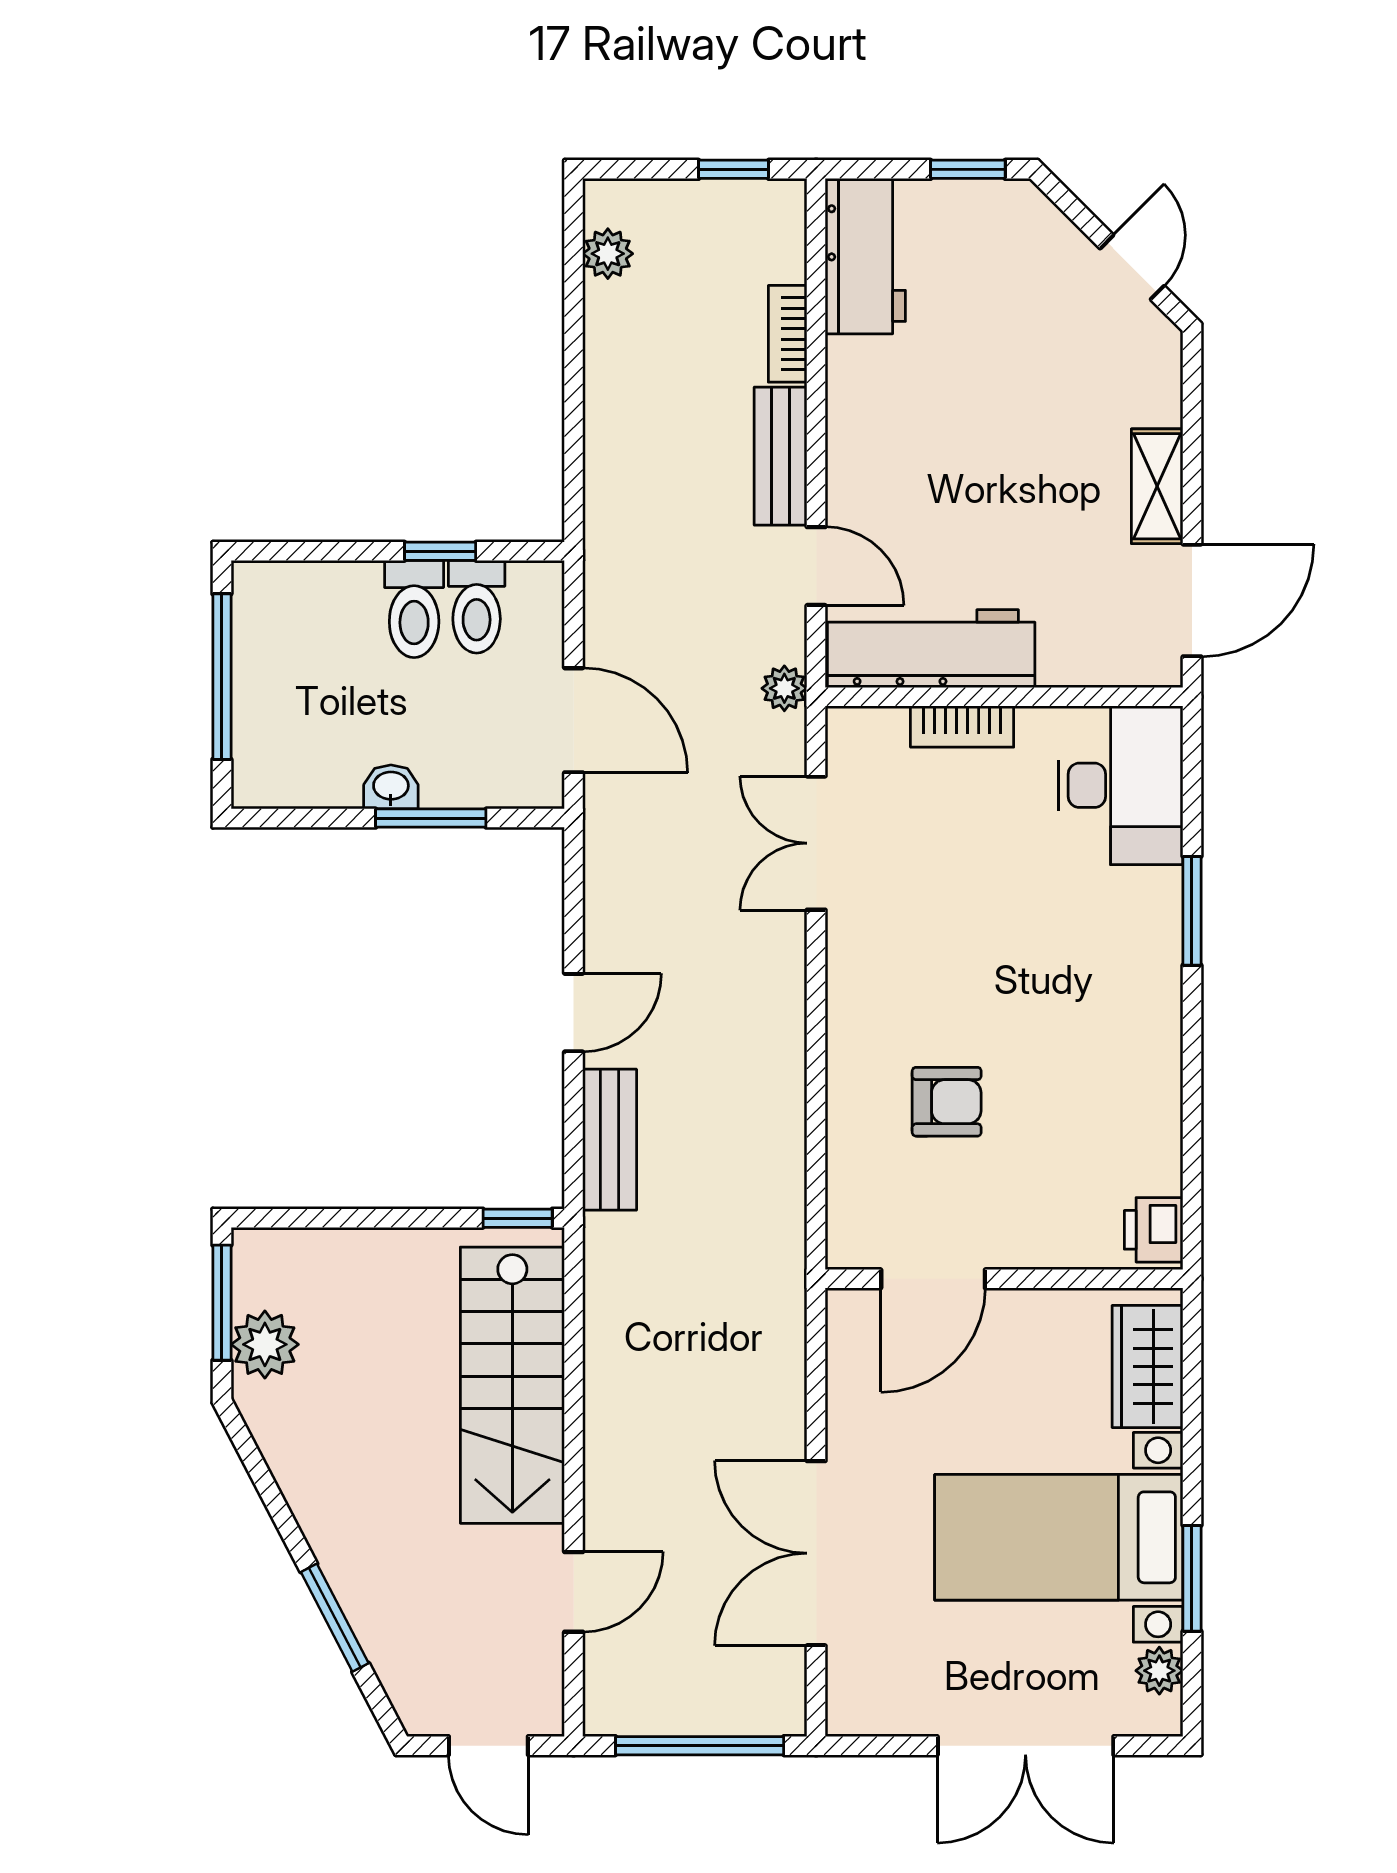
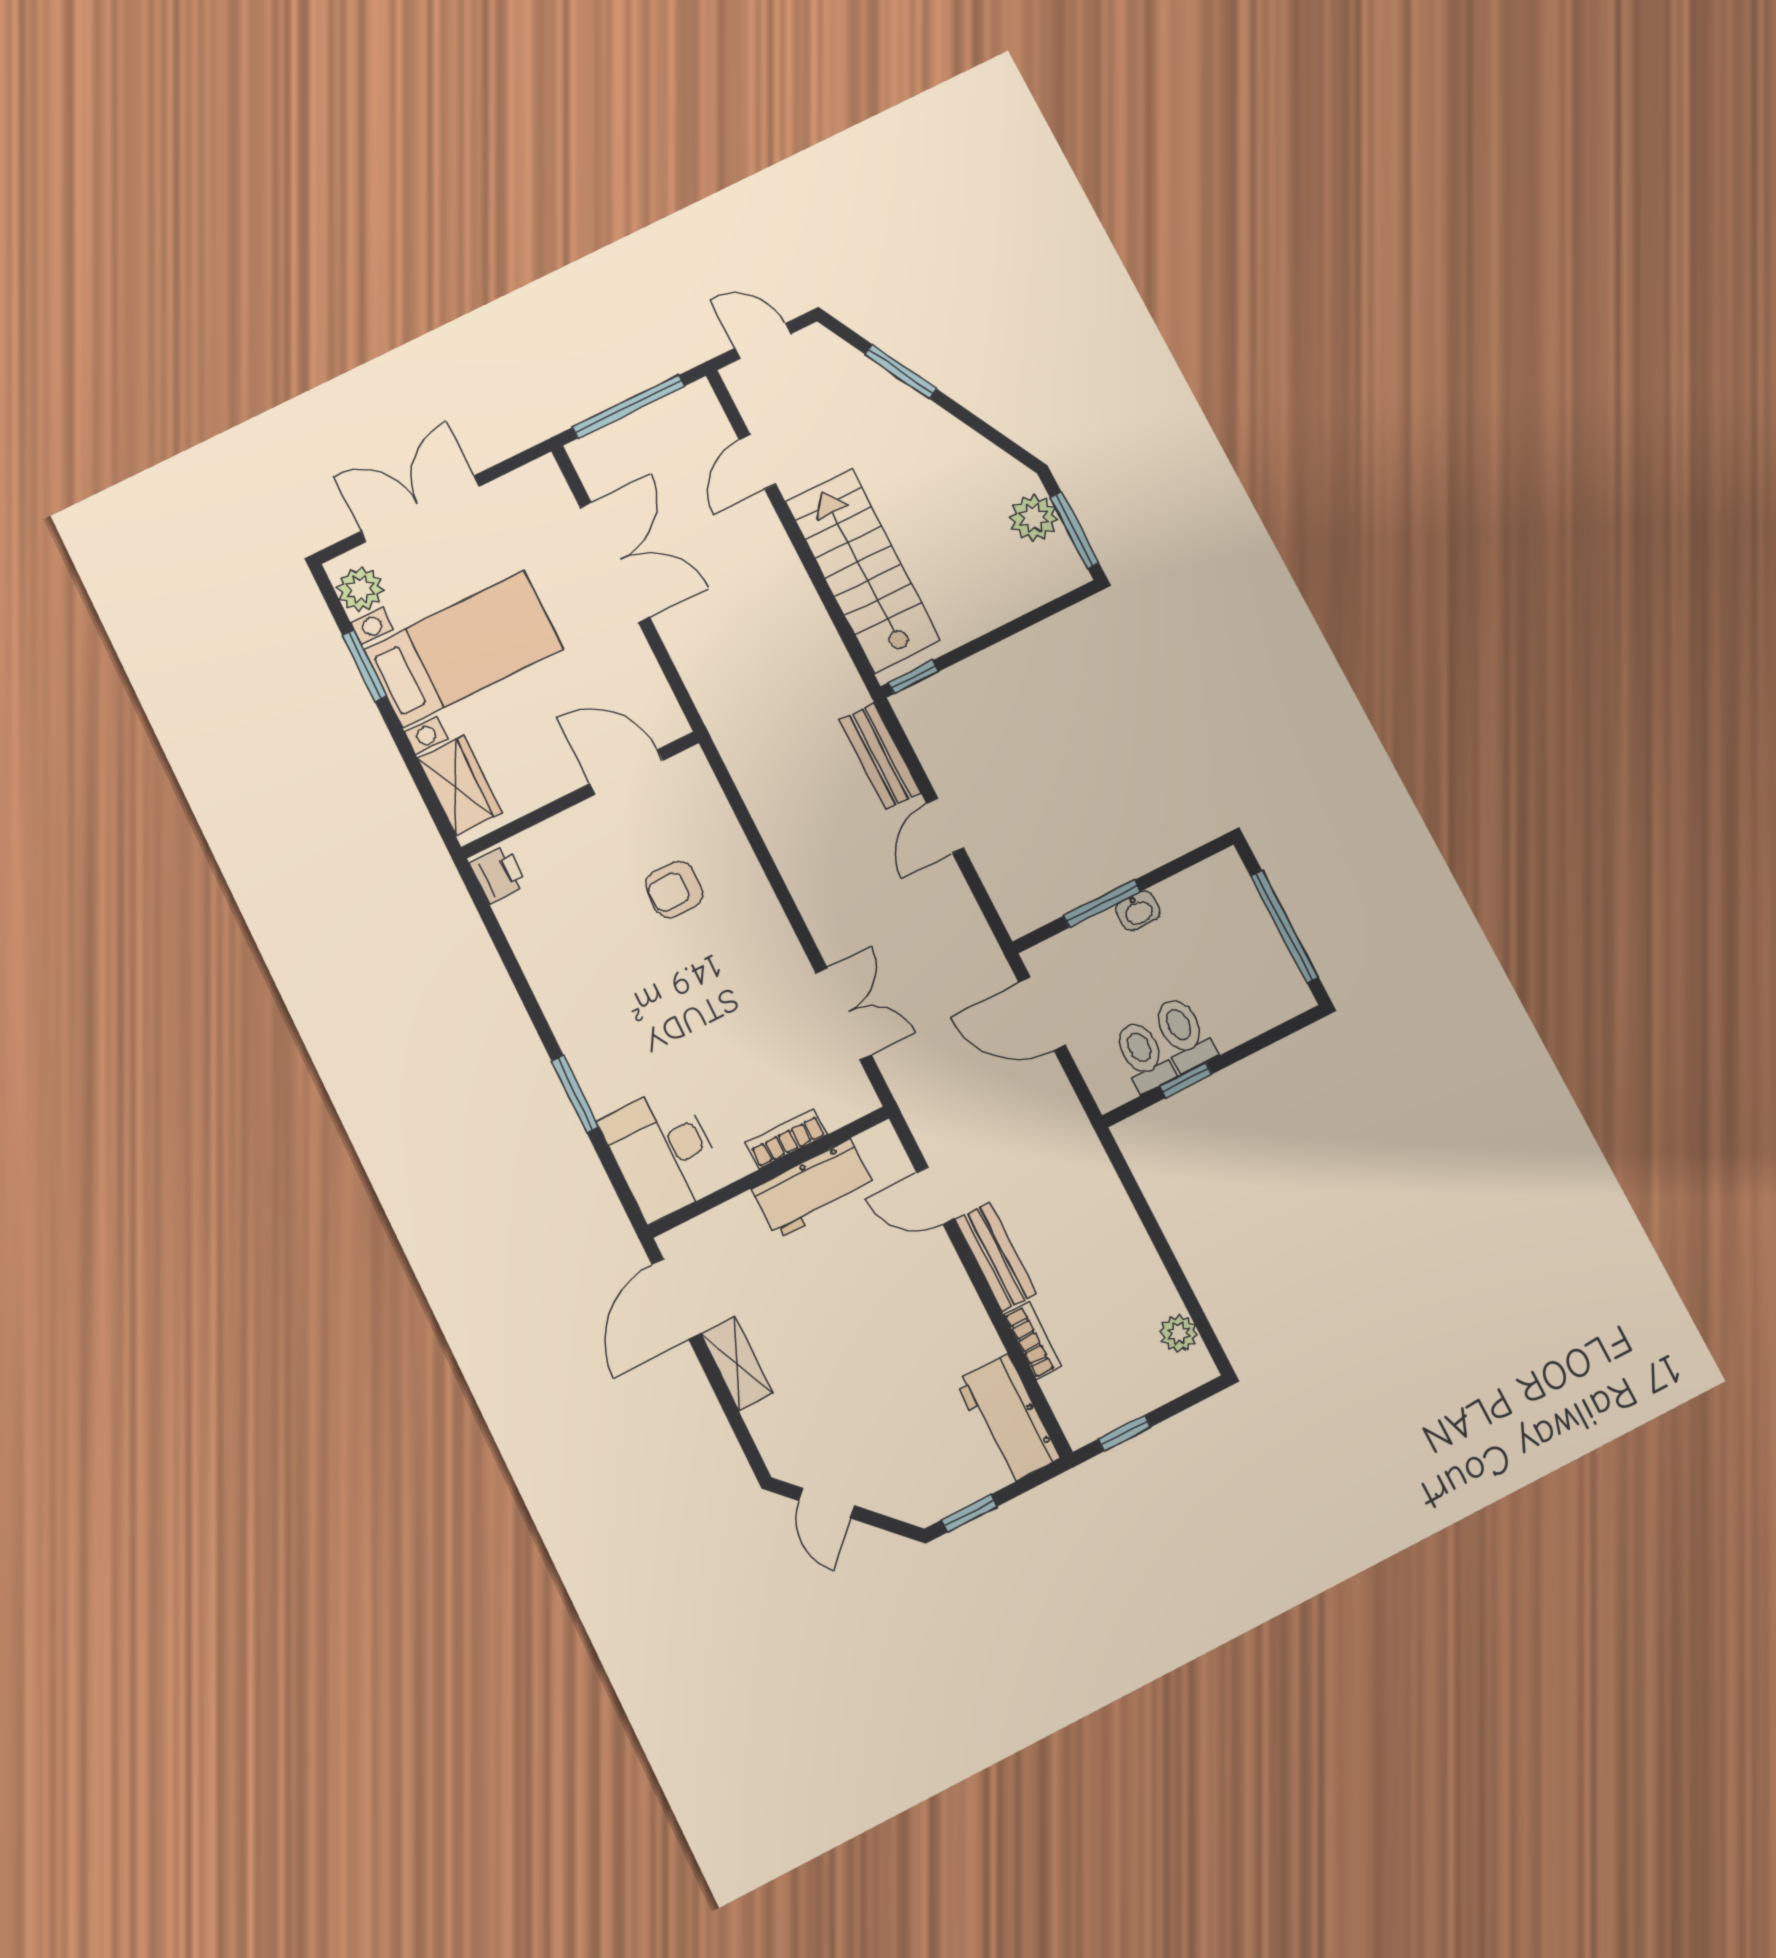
workbench: (931, 649) -> (814, 1189), width x0.73
plant: (784, 688) -> (915, 1104), removed
door: (933, 1279) -> (626, 772), hinge flipped
plant: (1159, 1671) -> (360, 589), width x1.38, depth x1.38

